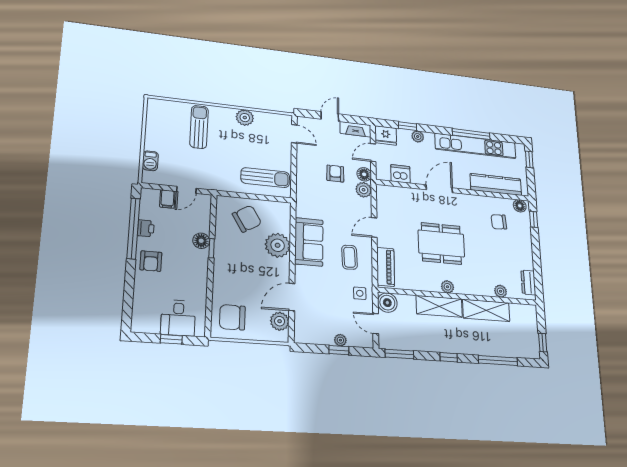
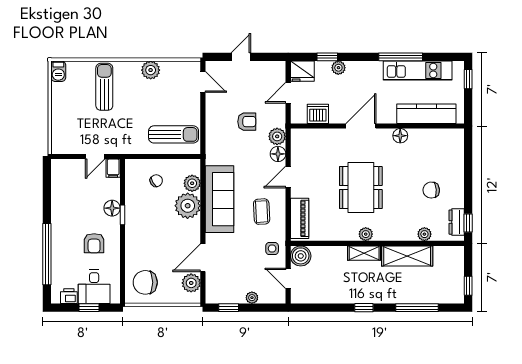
fireplace: (355, 129) -> (269, 68), removed
kitchen unit: (476, 146) -> (418, 71), width x0.73
barbecue: (150, 161) -> (58, 71), moved
armchair: (335, 174) -> (247, 122), turned 90
floor lamp: (364, 174) -> (278, 154), moved
filing cabinet: (167, 199) -> (113, 168), moved
floor lamp: (520, 206) -> (400, 136), moved
chair: (247, 219) -> (156, 181), width x0.54, depth x0.54
window: (534, 219) -> (468, 223), moved
chair: (499, 222) -> (431, 190), moved
plant: (282, 224) -> (192, 183), added
window: (133, 228) -> (47, 254), moved
printer: (146, 228) -> (69, 296), moved, turned -90
sofa: (309, 242) -> (220, 199), width x1.36
dining table: (441, 243) -> (361, 188), turned 90
armchair: (151, 261) -> (94, 243), moved
shelving: (439, 306) -> (364, 253), width x0.67, depth x0.75
window: (339, 350) -> (229, 308), moved
window: (399, 354) -> (312, 308), removed

